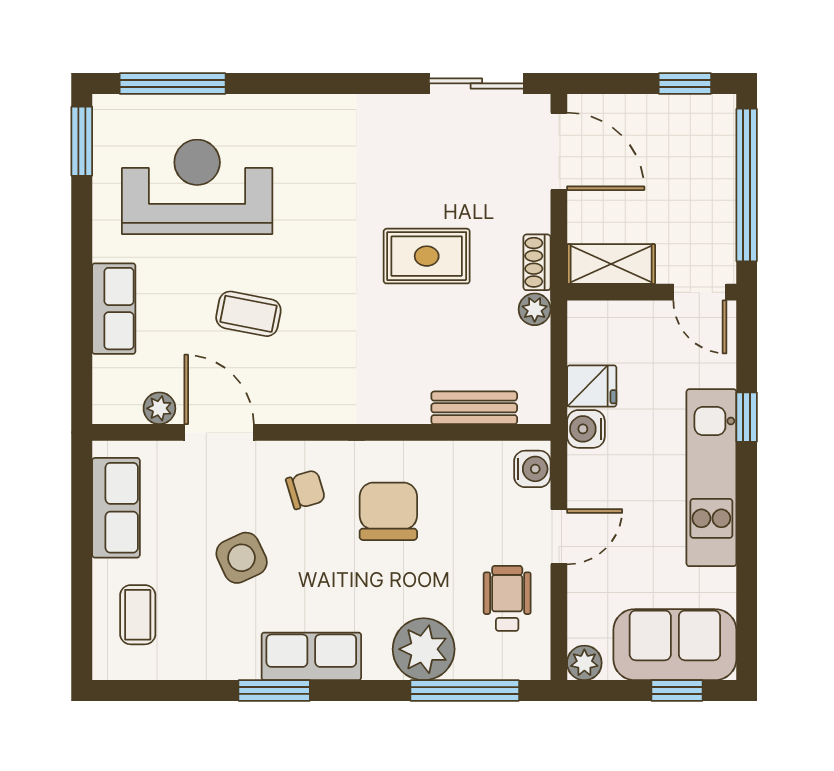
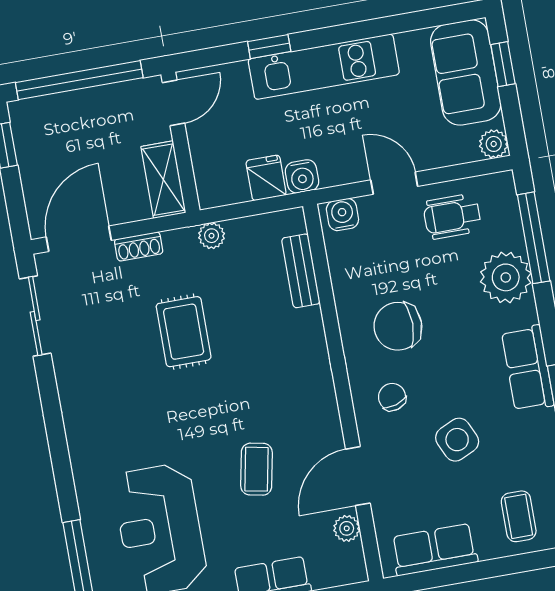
shoe rack: (537, 262) -> (139, 246), moved
coffee table: (138, 615) -> (519, 516), turned 90

